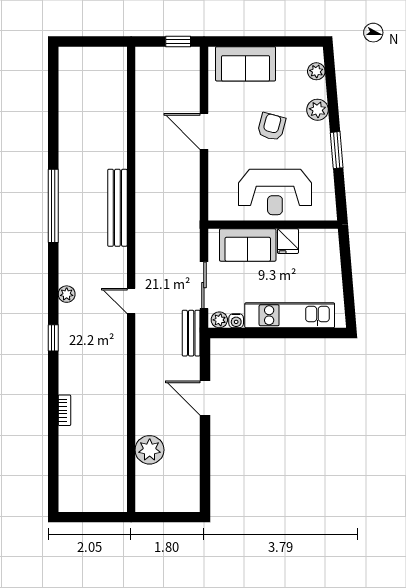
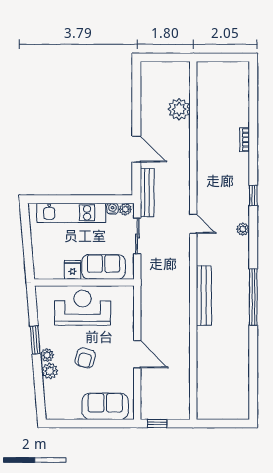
plant: (316, 71) -> (47, 355), moved
bench: (191, 333) -> (147, 193), width x1.36

